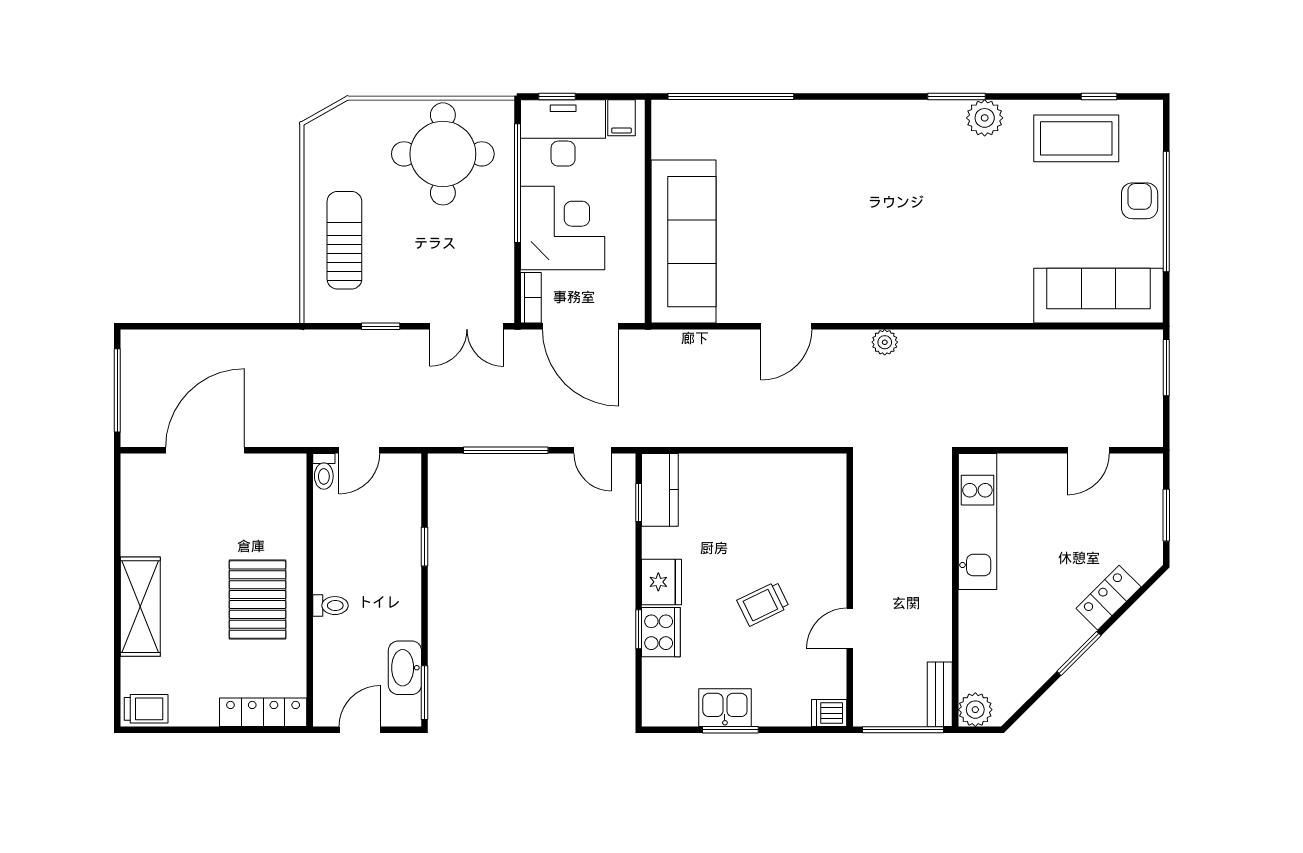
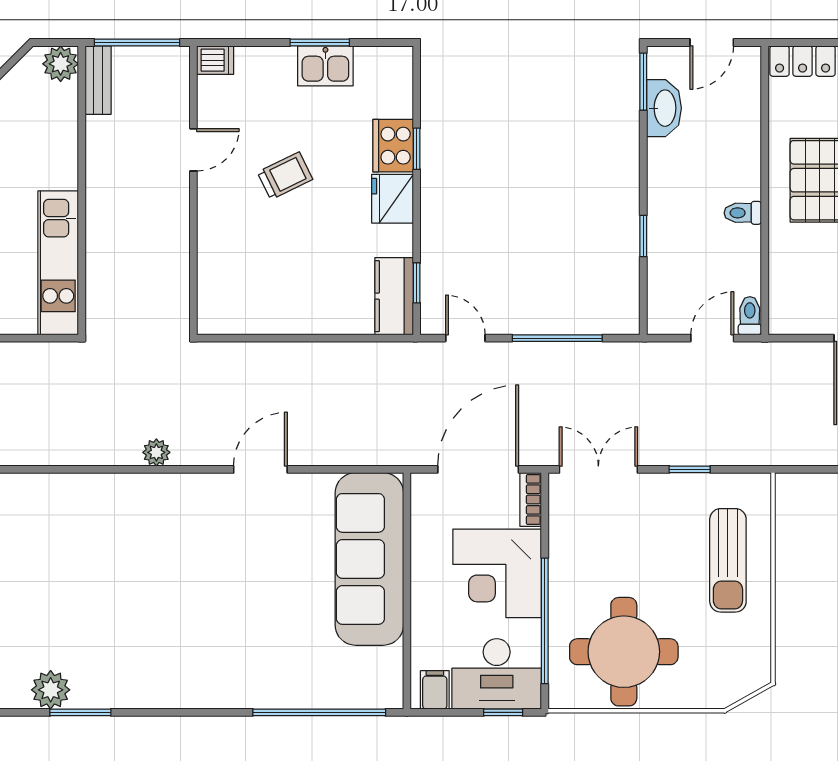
door: (581, 326) -> (478, 469), hinge flipped
toilet: (330, 606) -> (743, 213), moved

